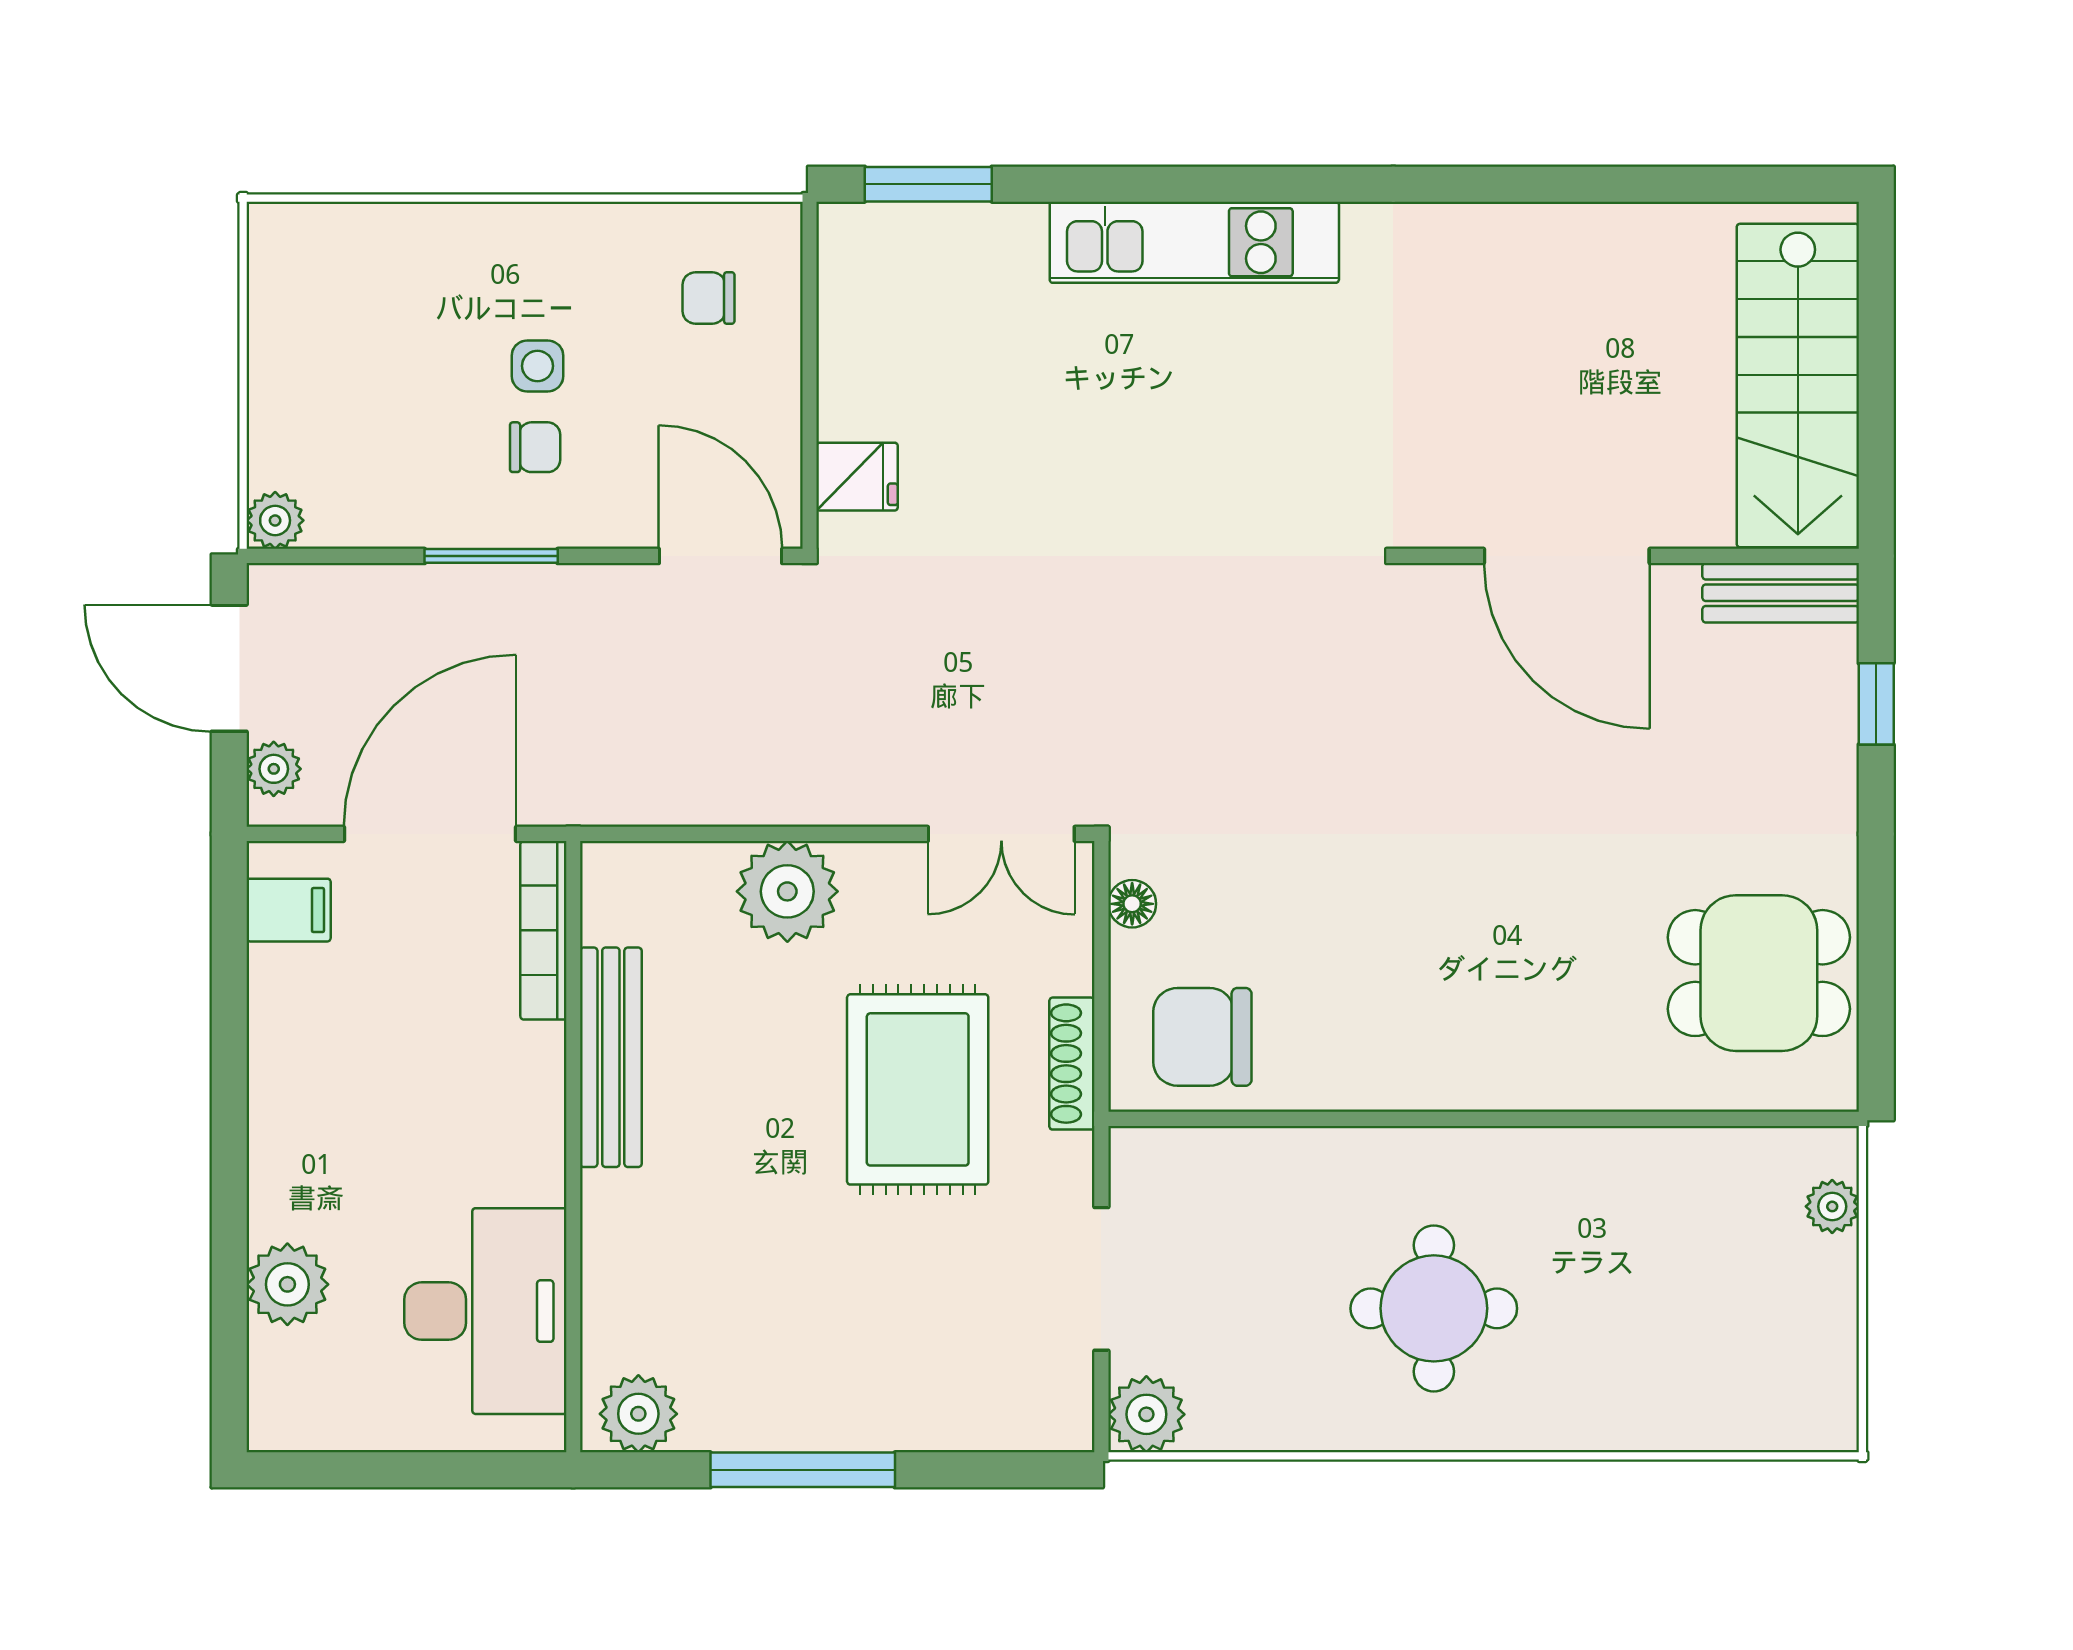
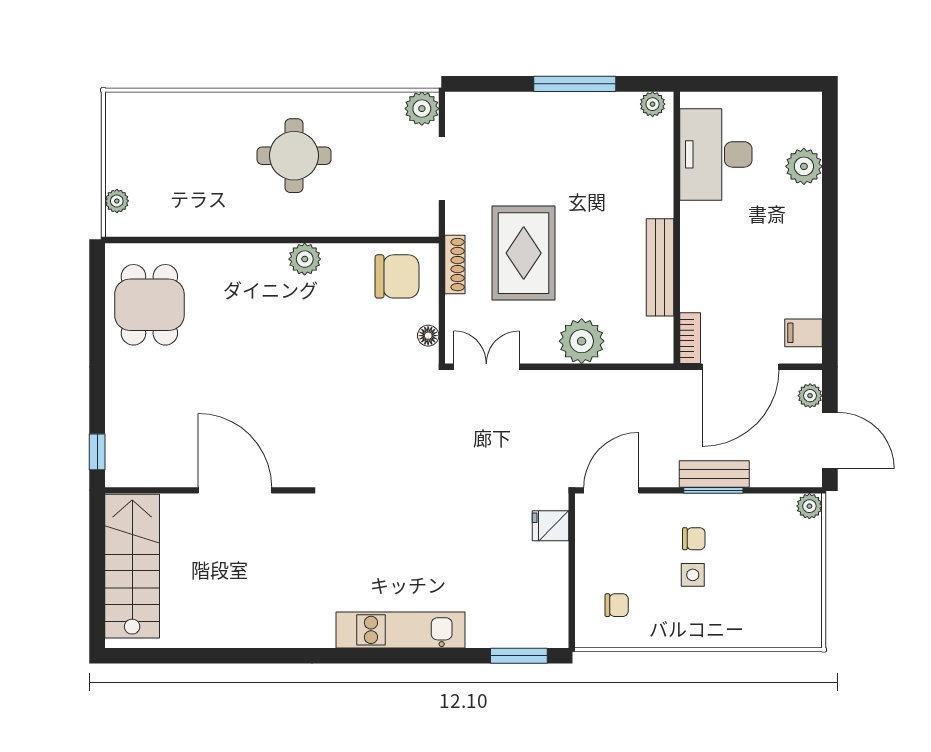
chair: (535, 447) -> (694, 539), turned 180
door: (720, 556) -> (611, 490), swing flipped
bench: (1781, 593) -> (714, 474), moved
window: (1876, 704) -> (97, 452), moved
bookcase: (543, 930) -> (690, 338), width x0.64
dining table: (1759, 973) -> (149, 305), turned 90
plant: (1410, 1076) -> (305, 259), added
plant: (638, 1414) -> (653, 104), width x0.73, depth x0.73

